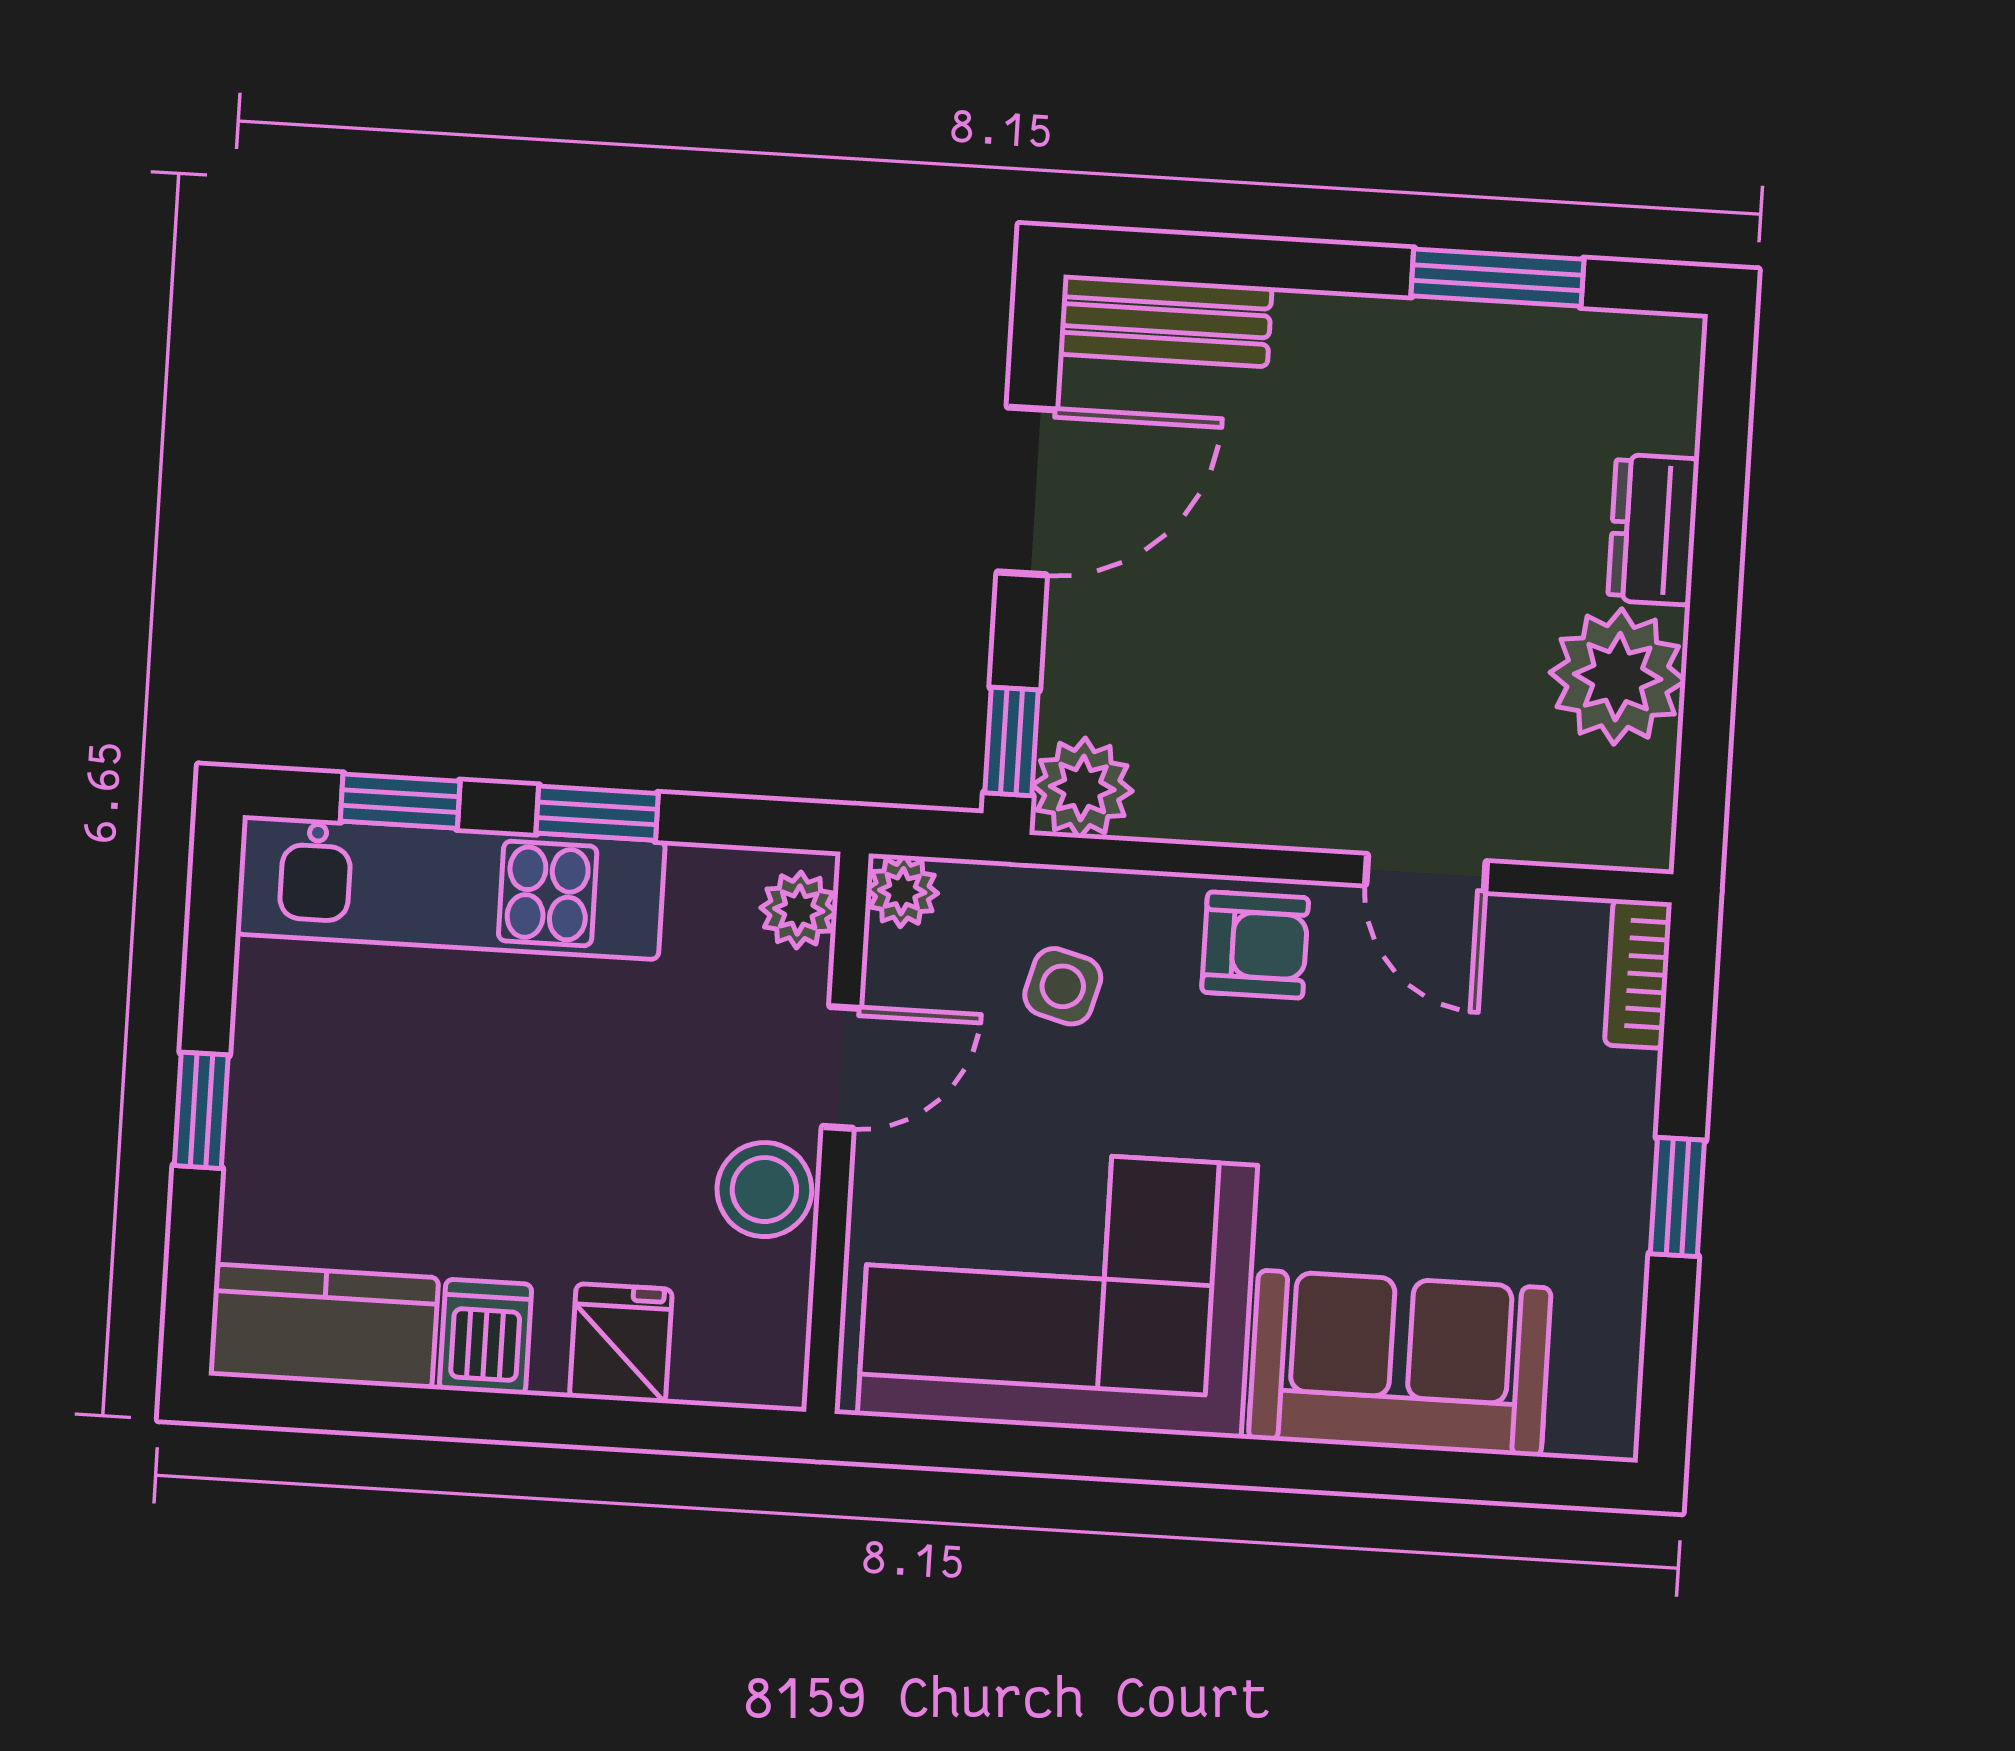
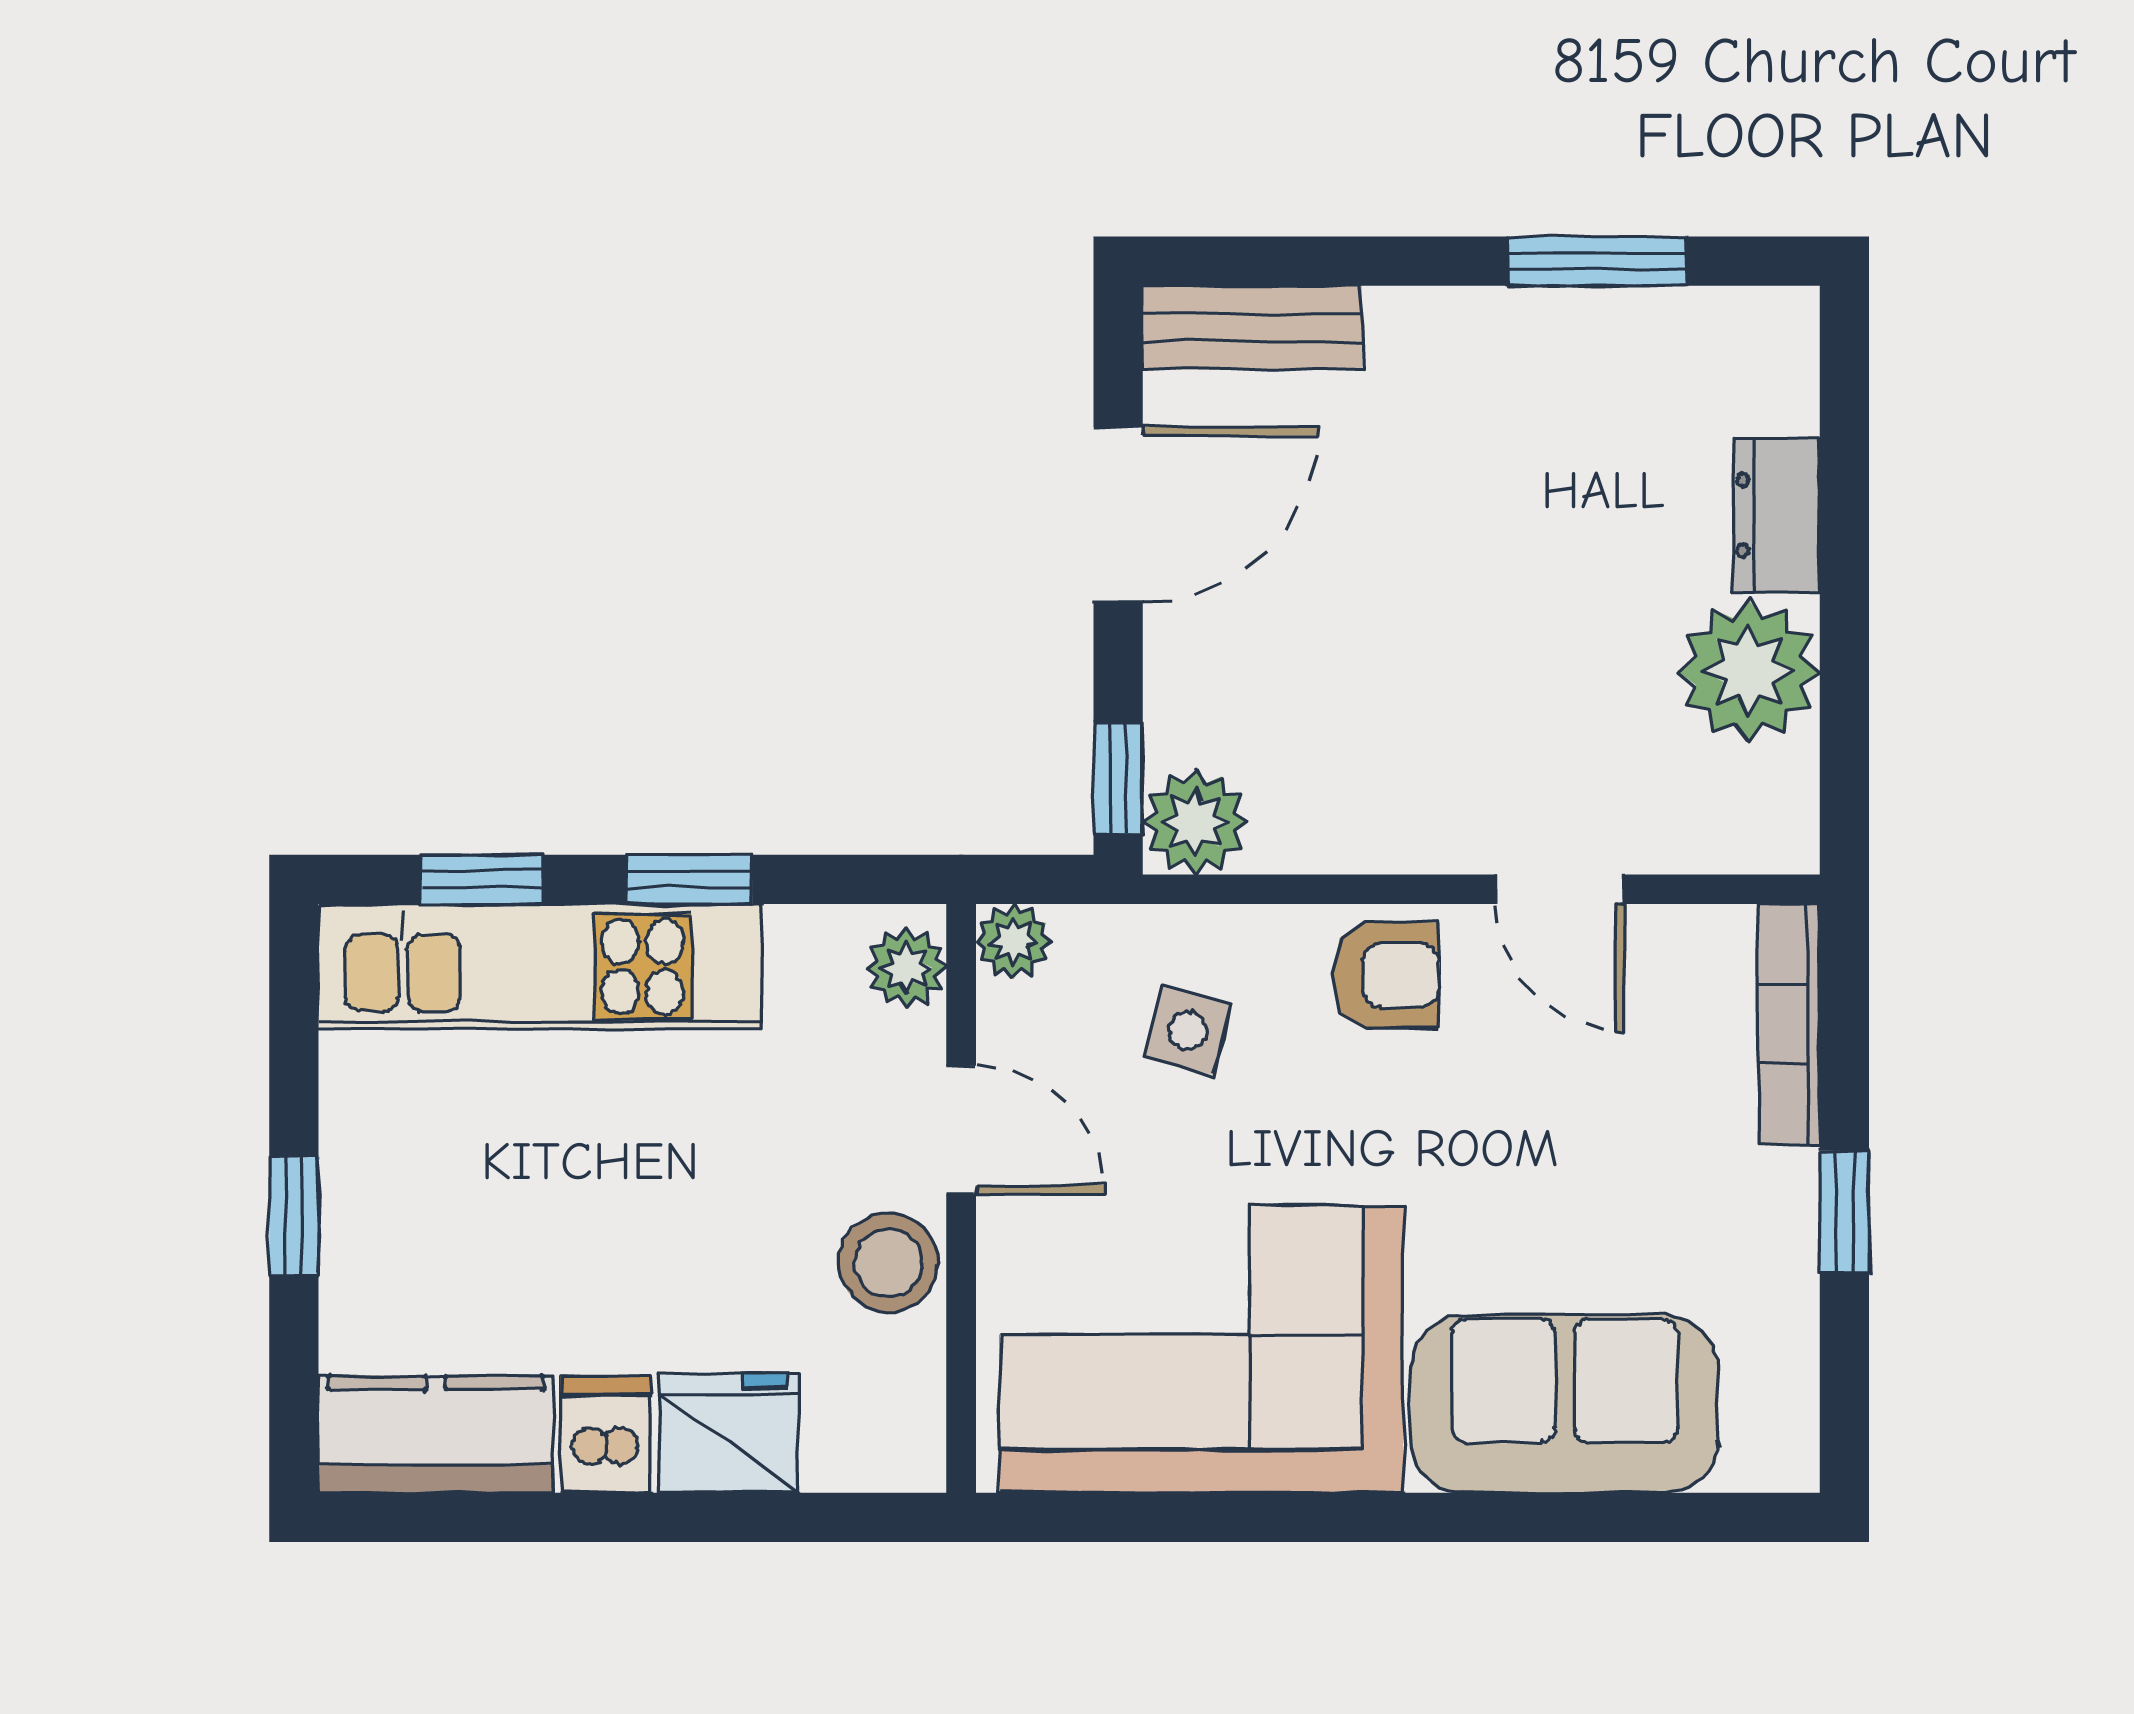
bookcase: (1638, 974) -> (1789, 1024), width x1.56
door: (841, 1067) -> (961, 1130), hinge flipped
fridge: (621, 1343) -> (729, 1433), width x1.38

